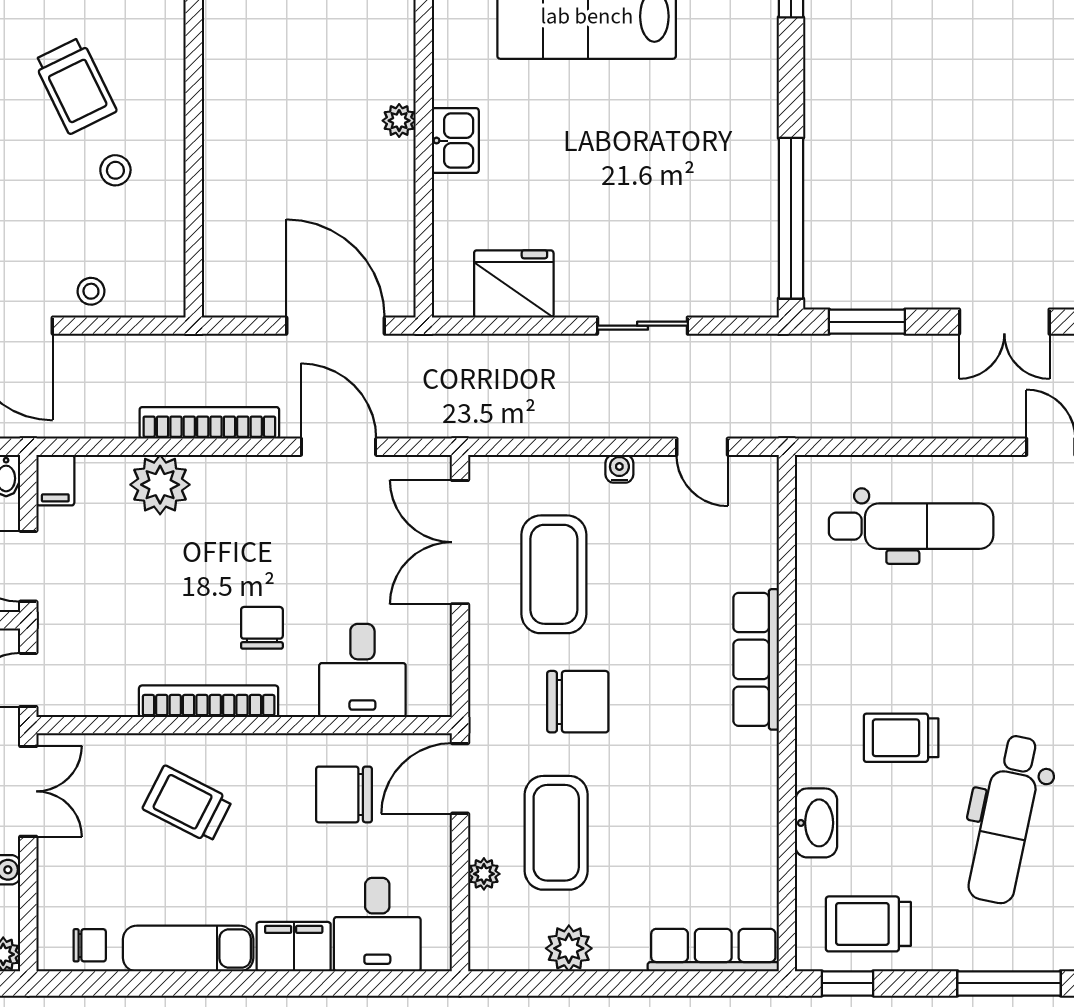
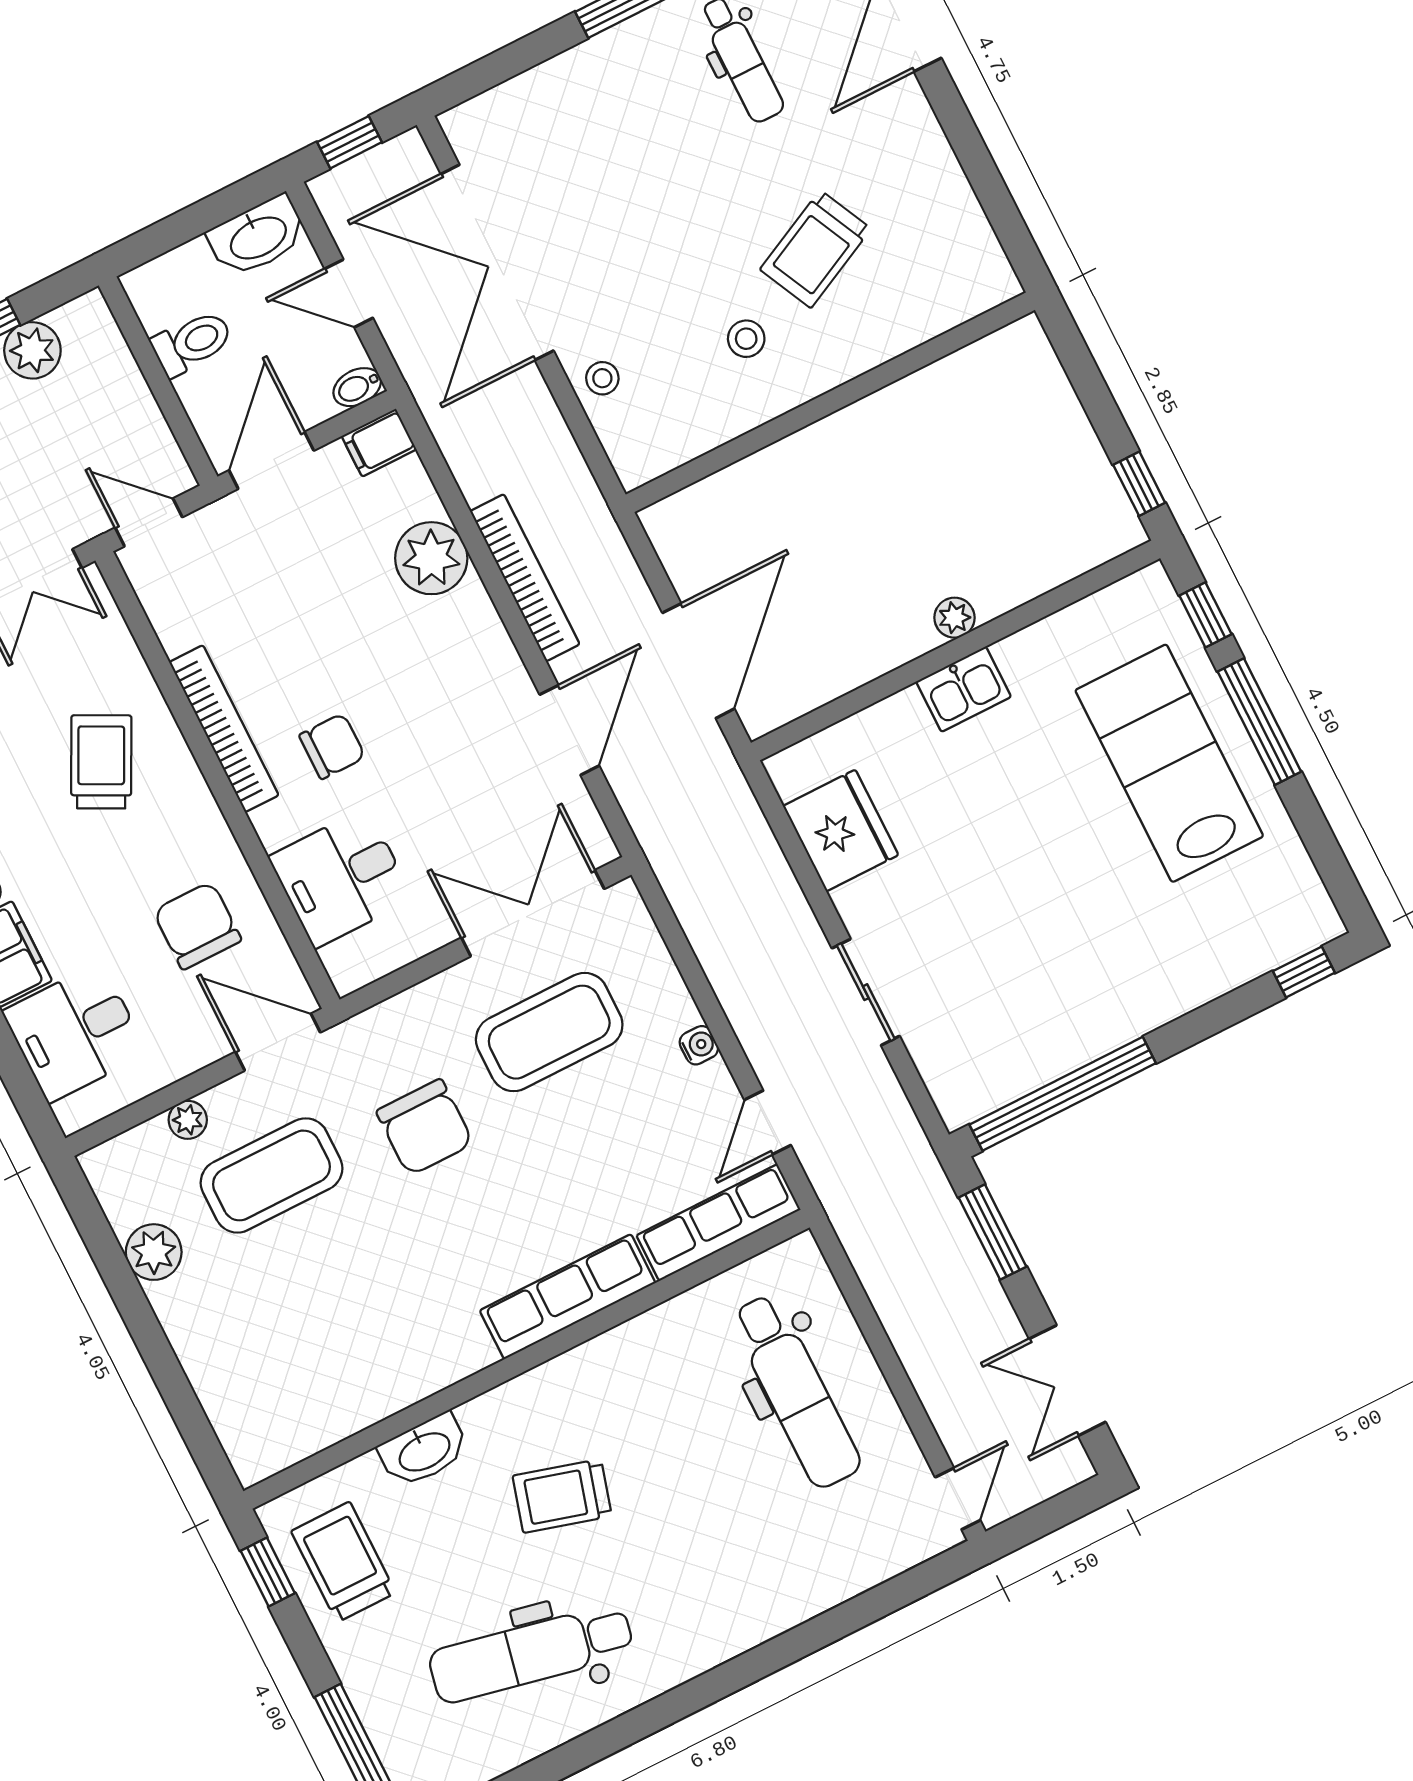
trolley: (901, 738) -> (562, 1496), turned -74
row of seats: (713, 950) -> (718, 1223), moved, turned -90

